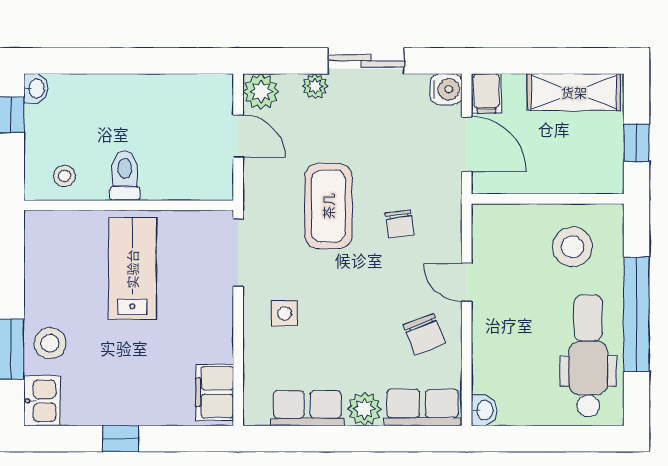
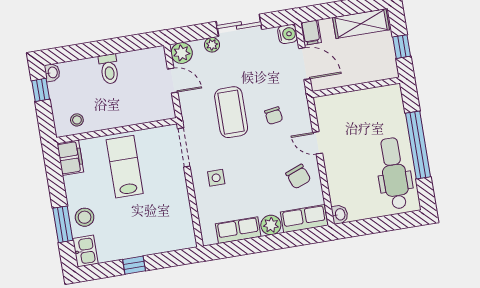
toilet: (125, 175) -> (109, 69), moved, turned 180
stool: (572, 247) -> (375, 112), removed
filing cabinet: (215, 392) -> (70, 158), moved, turned 180

